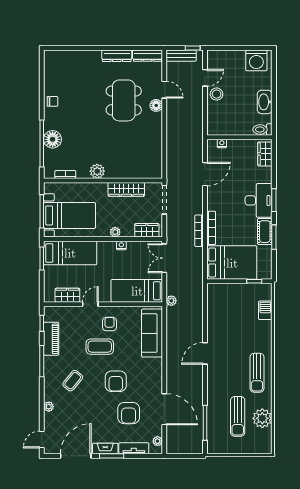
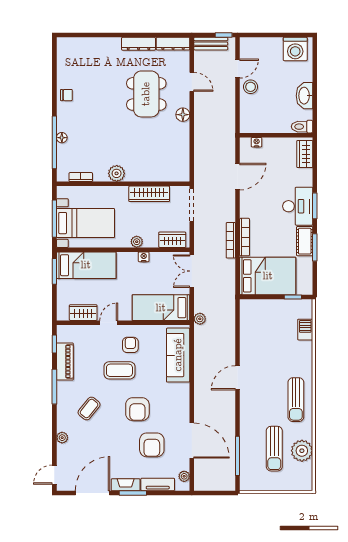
floor lamp: (156, 105) -> (183, 115), moved
floor lamp: (53, 139) -> (62, 138), width x0.53, depth x0.53

